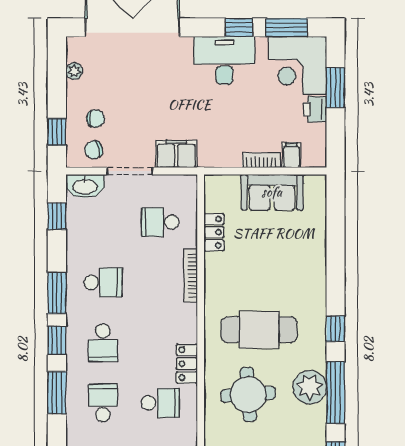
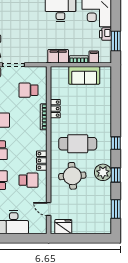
window: (335, 88) -> (116, 41), moved
filing cabinet: (176, 154) -> (58, 56), moved
locker: (214, 232) -> (55, 109), moved
window: (335, 393) -> (116, 175), width x0.46

